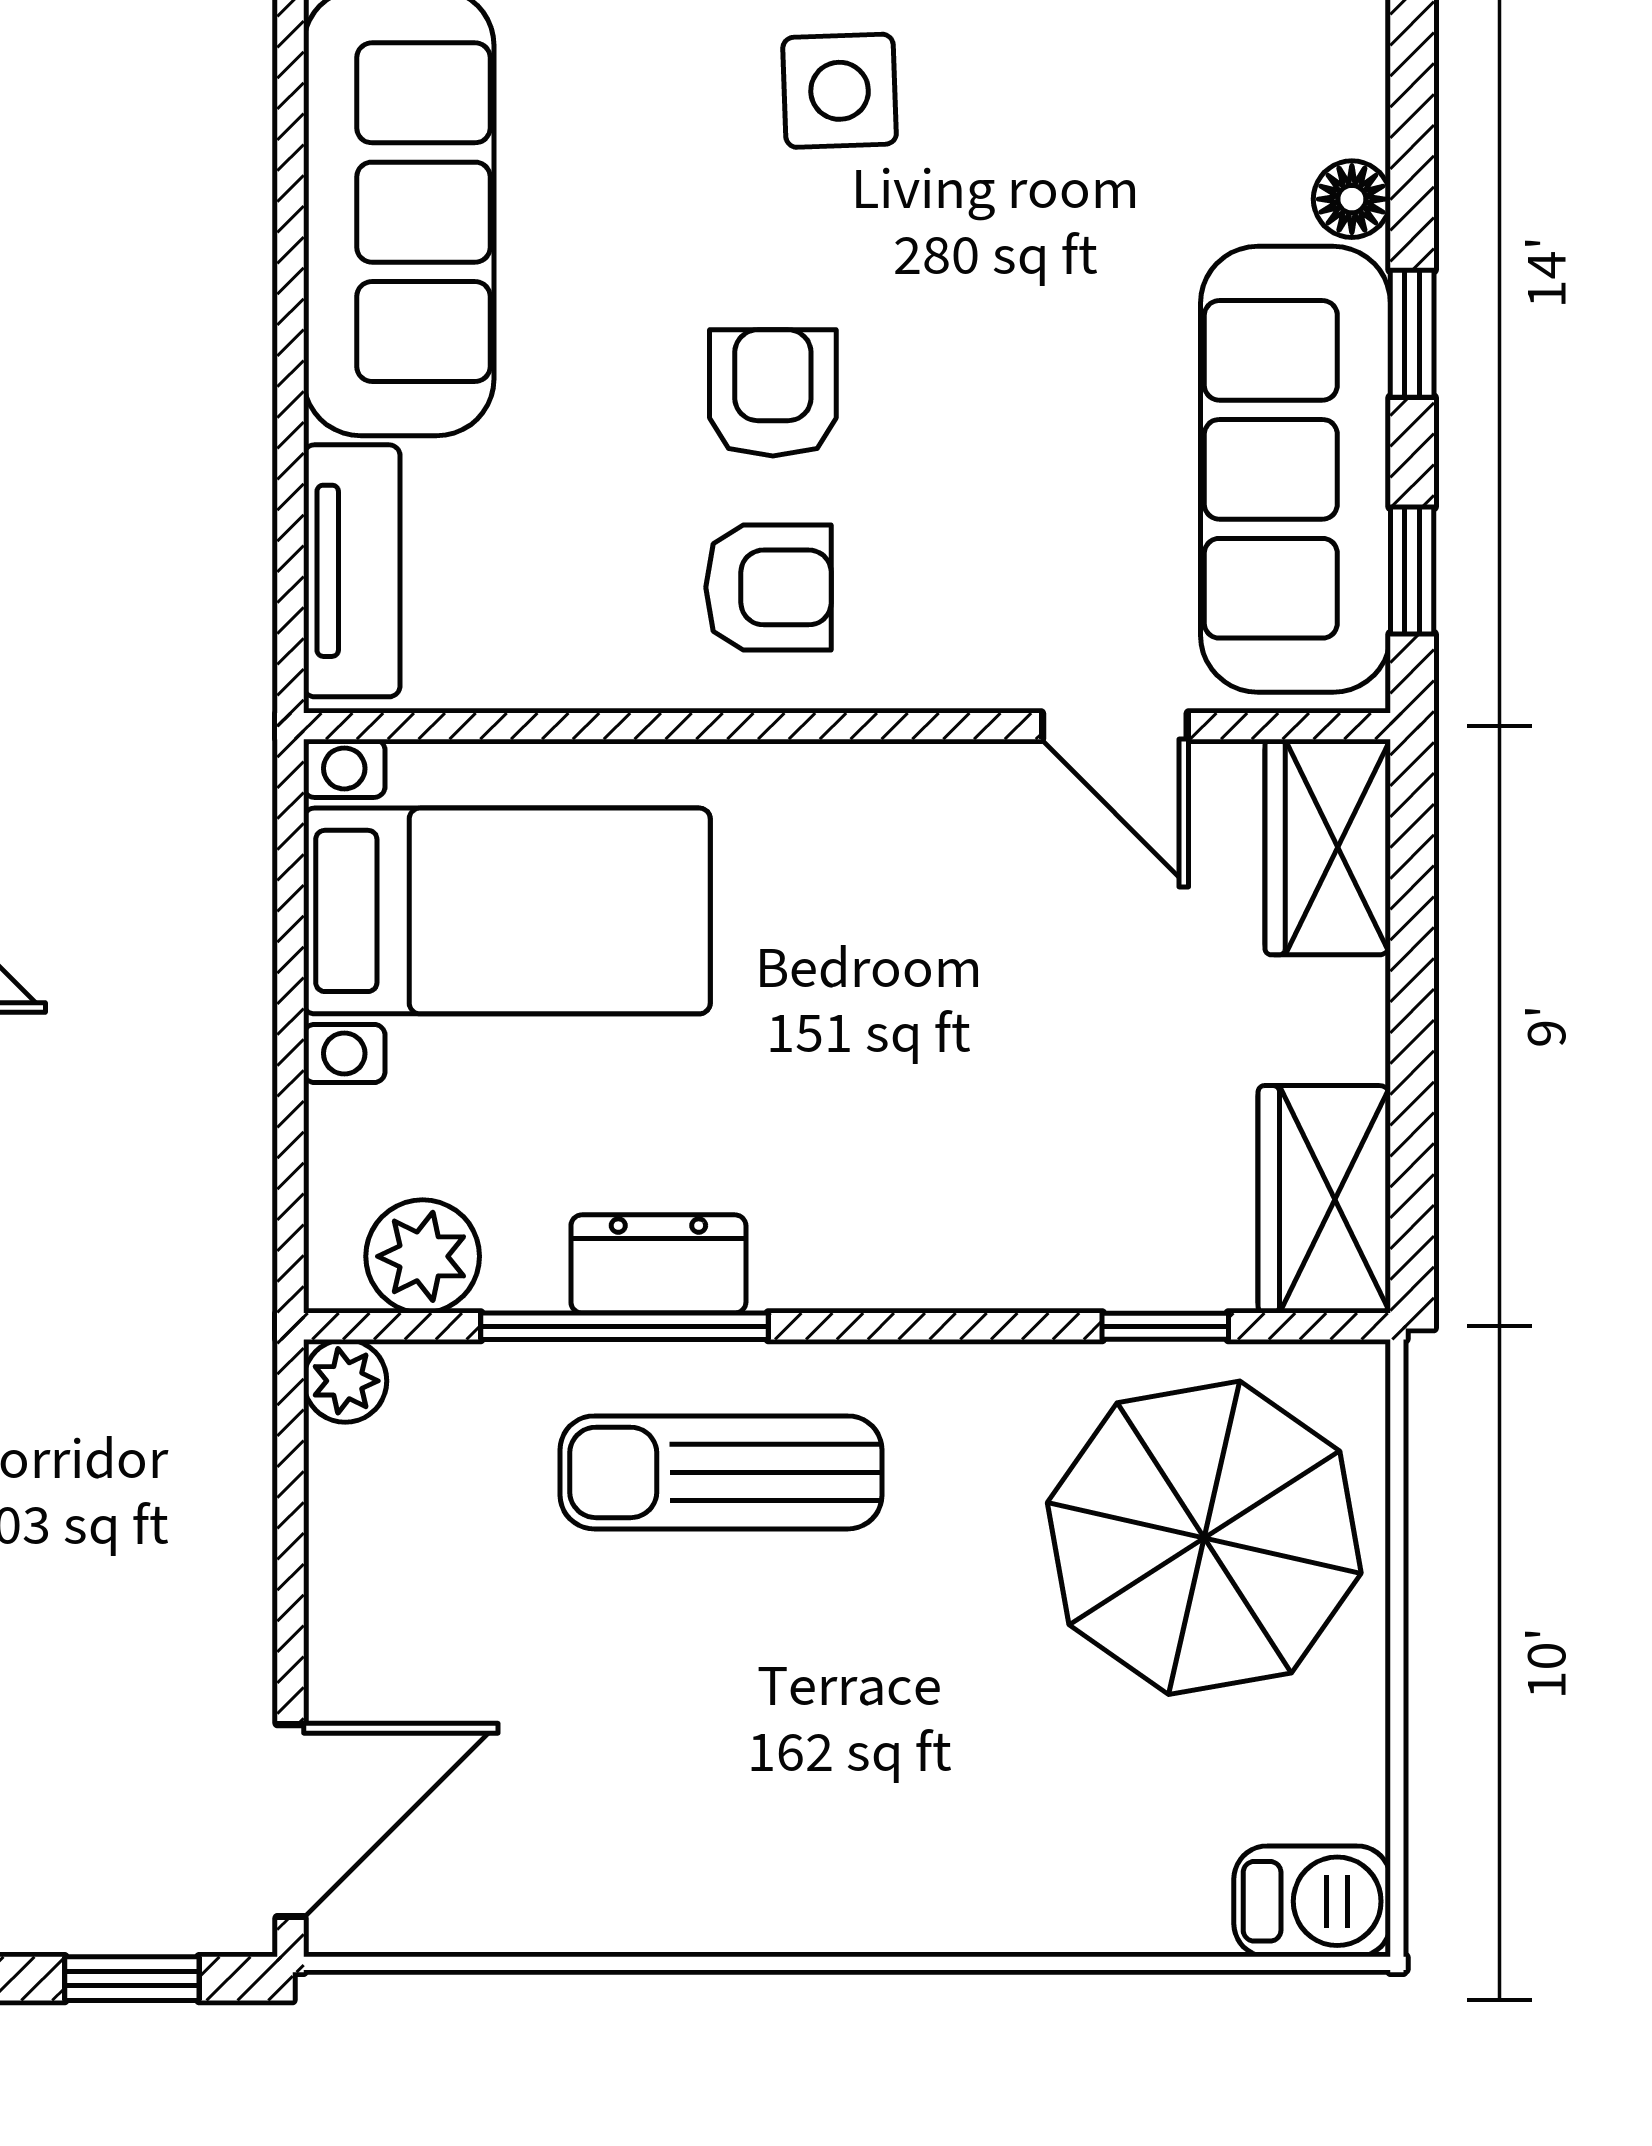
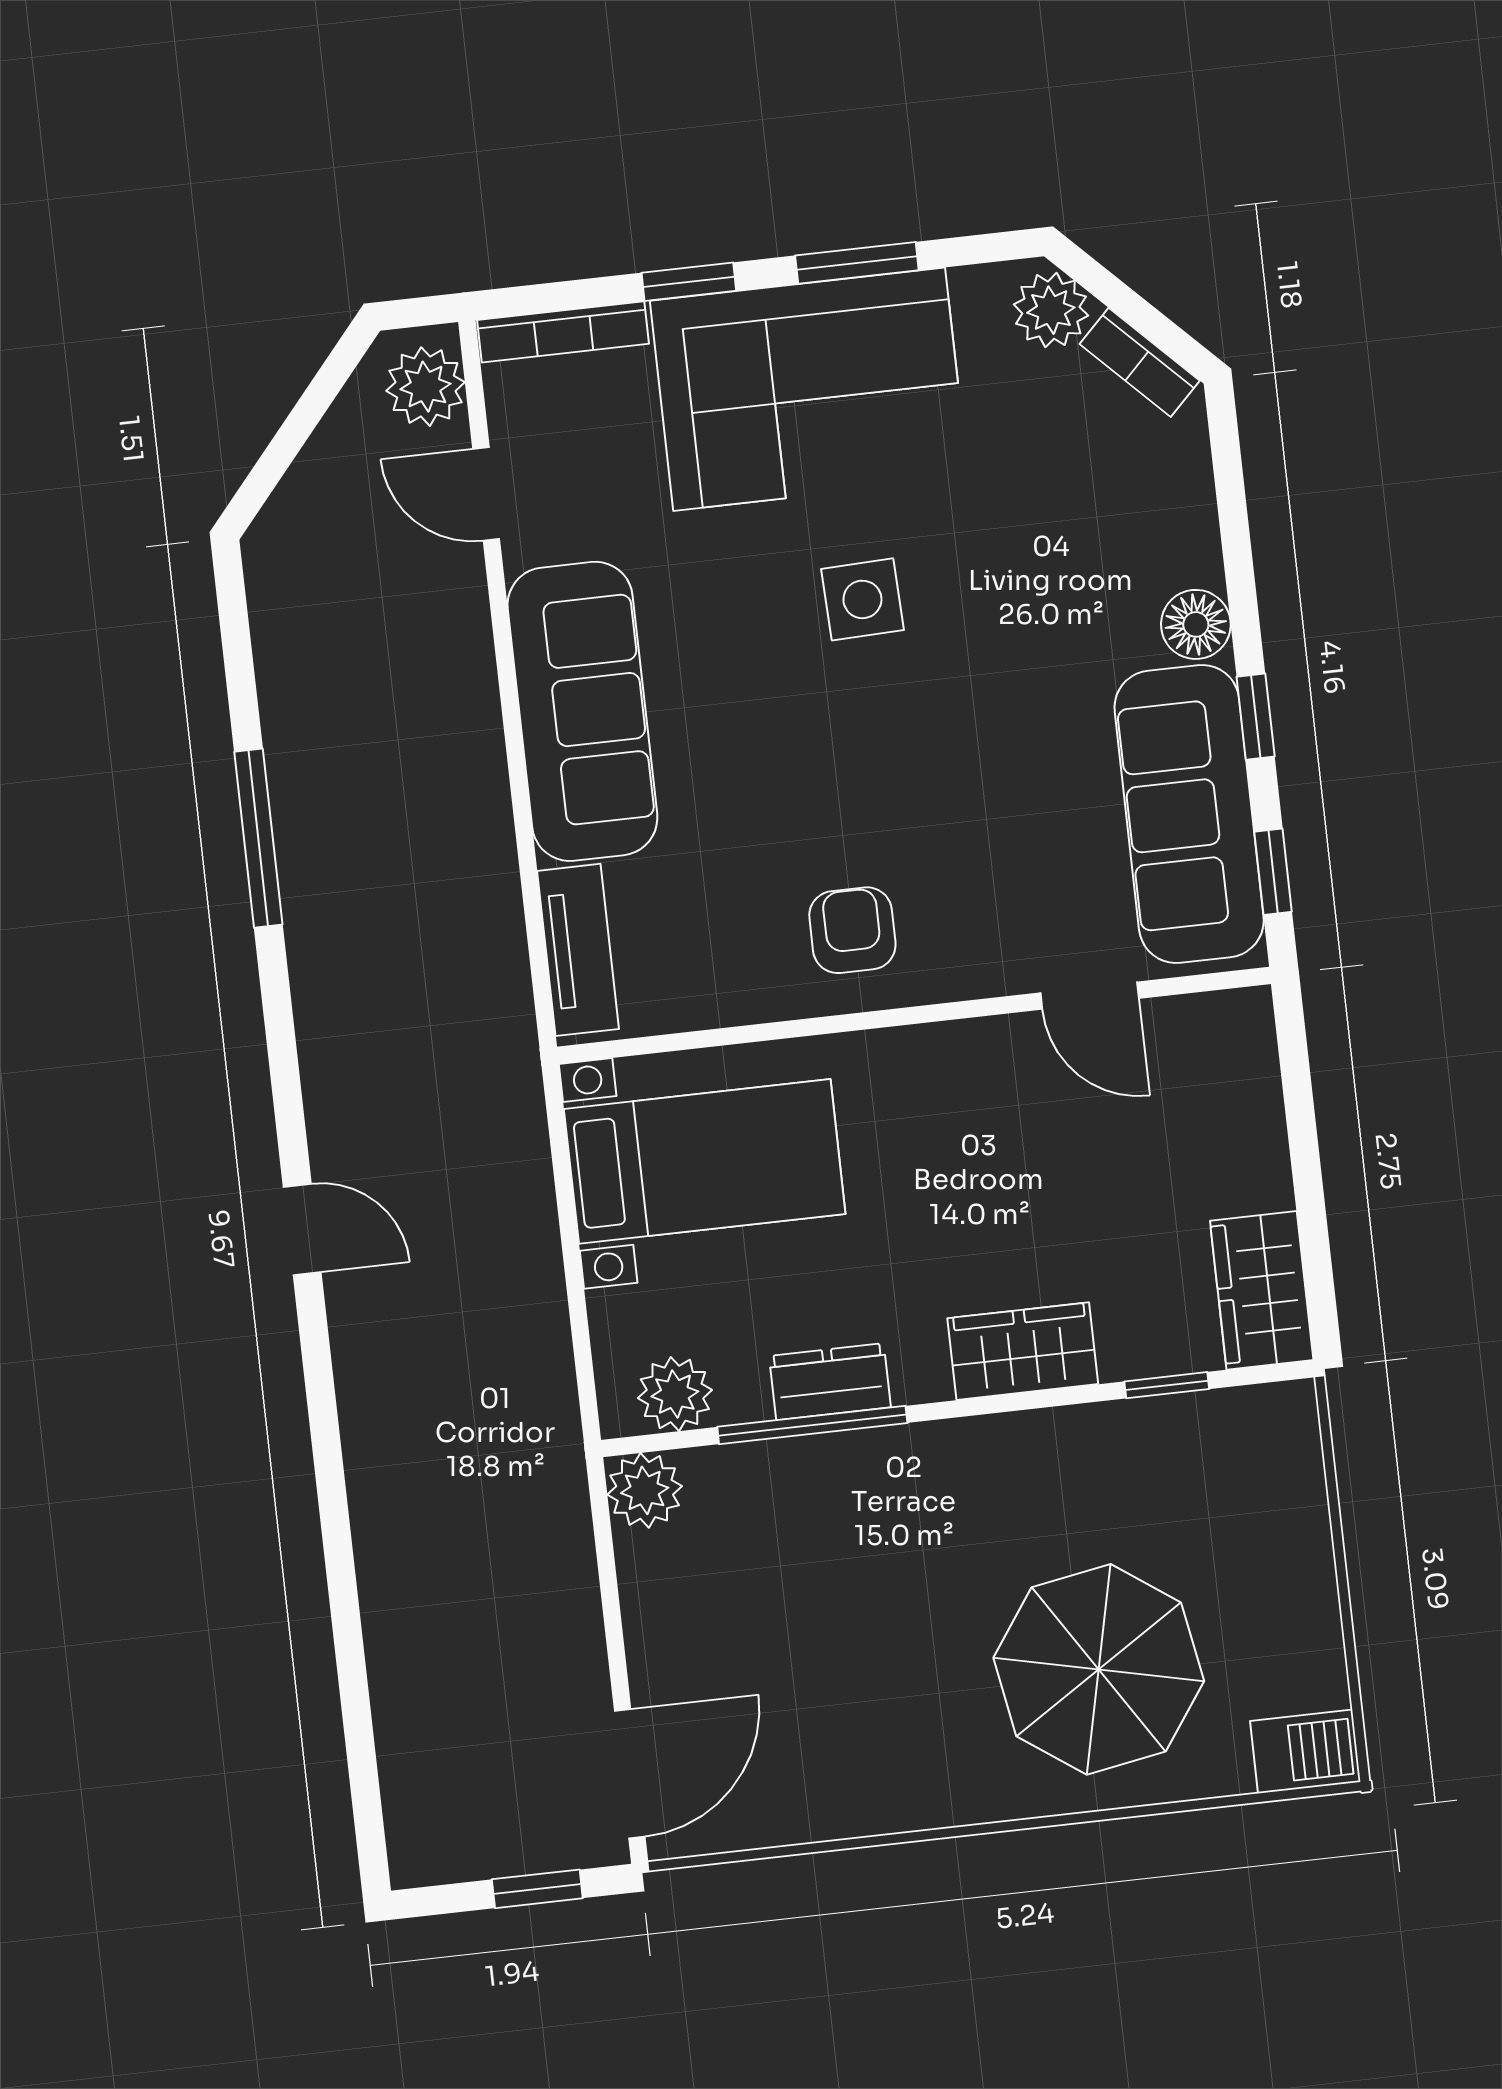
floor lamp: (1352, 199) -> (1196, 624), width x1.37, depth x1.37
armchair: (773, 393) -> (841, 802), removed
armchair: (769, 587) -> (852, 930), turned -90
wardrobe: (1328, 847) -> (1023, 1351), moved, turned 90
plant: (345, 1381) -> (645, 1490), width x1.38, depth x1.38
sun lounger: (721, 1472) -> (886, 1514), removed
parasol: (1204, 1538) -> (1099, 1669), moved

